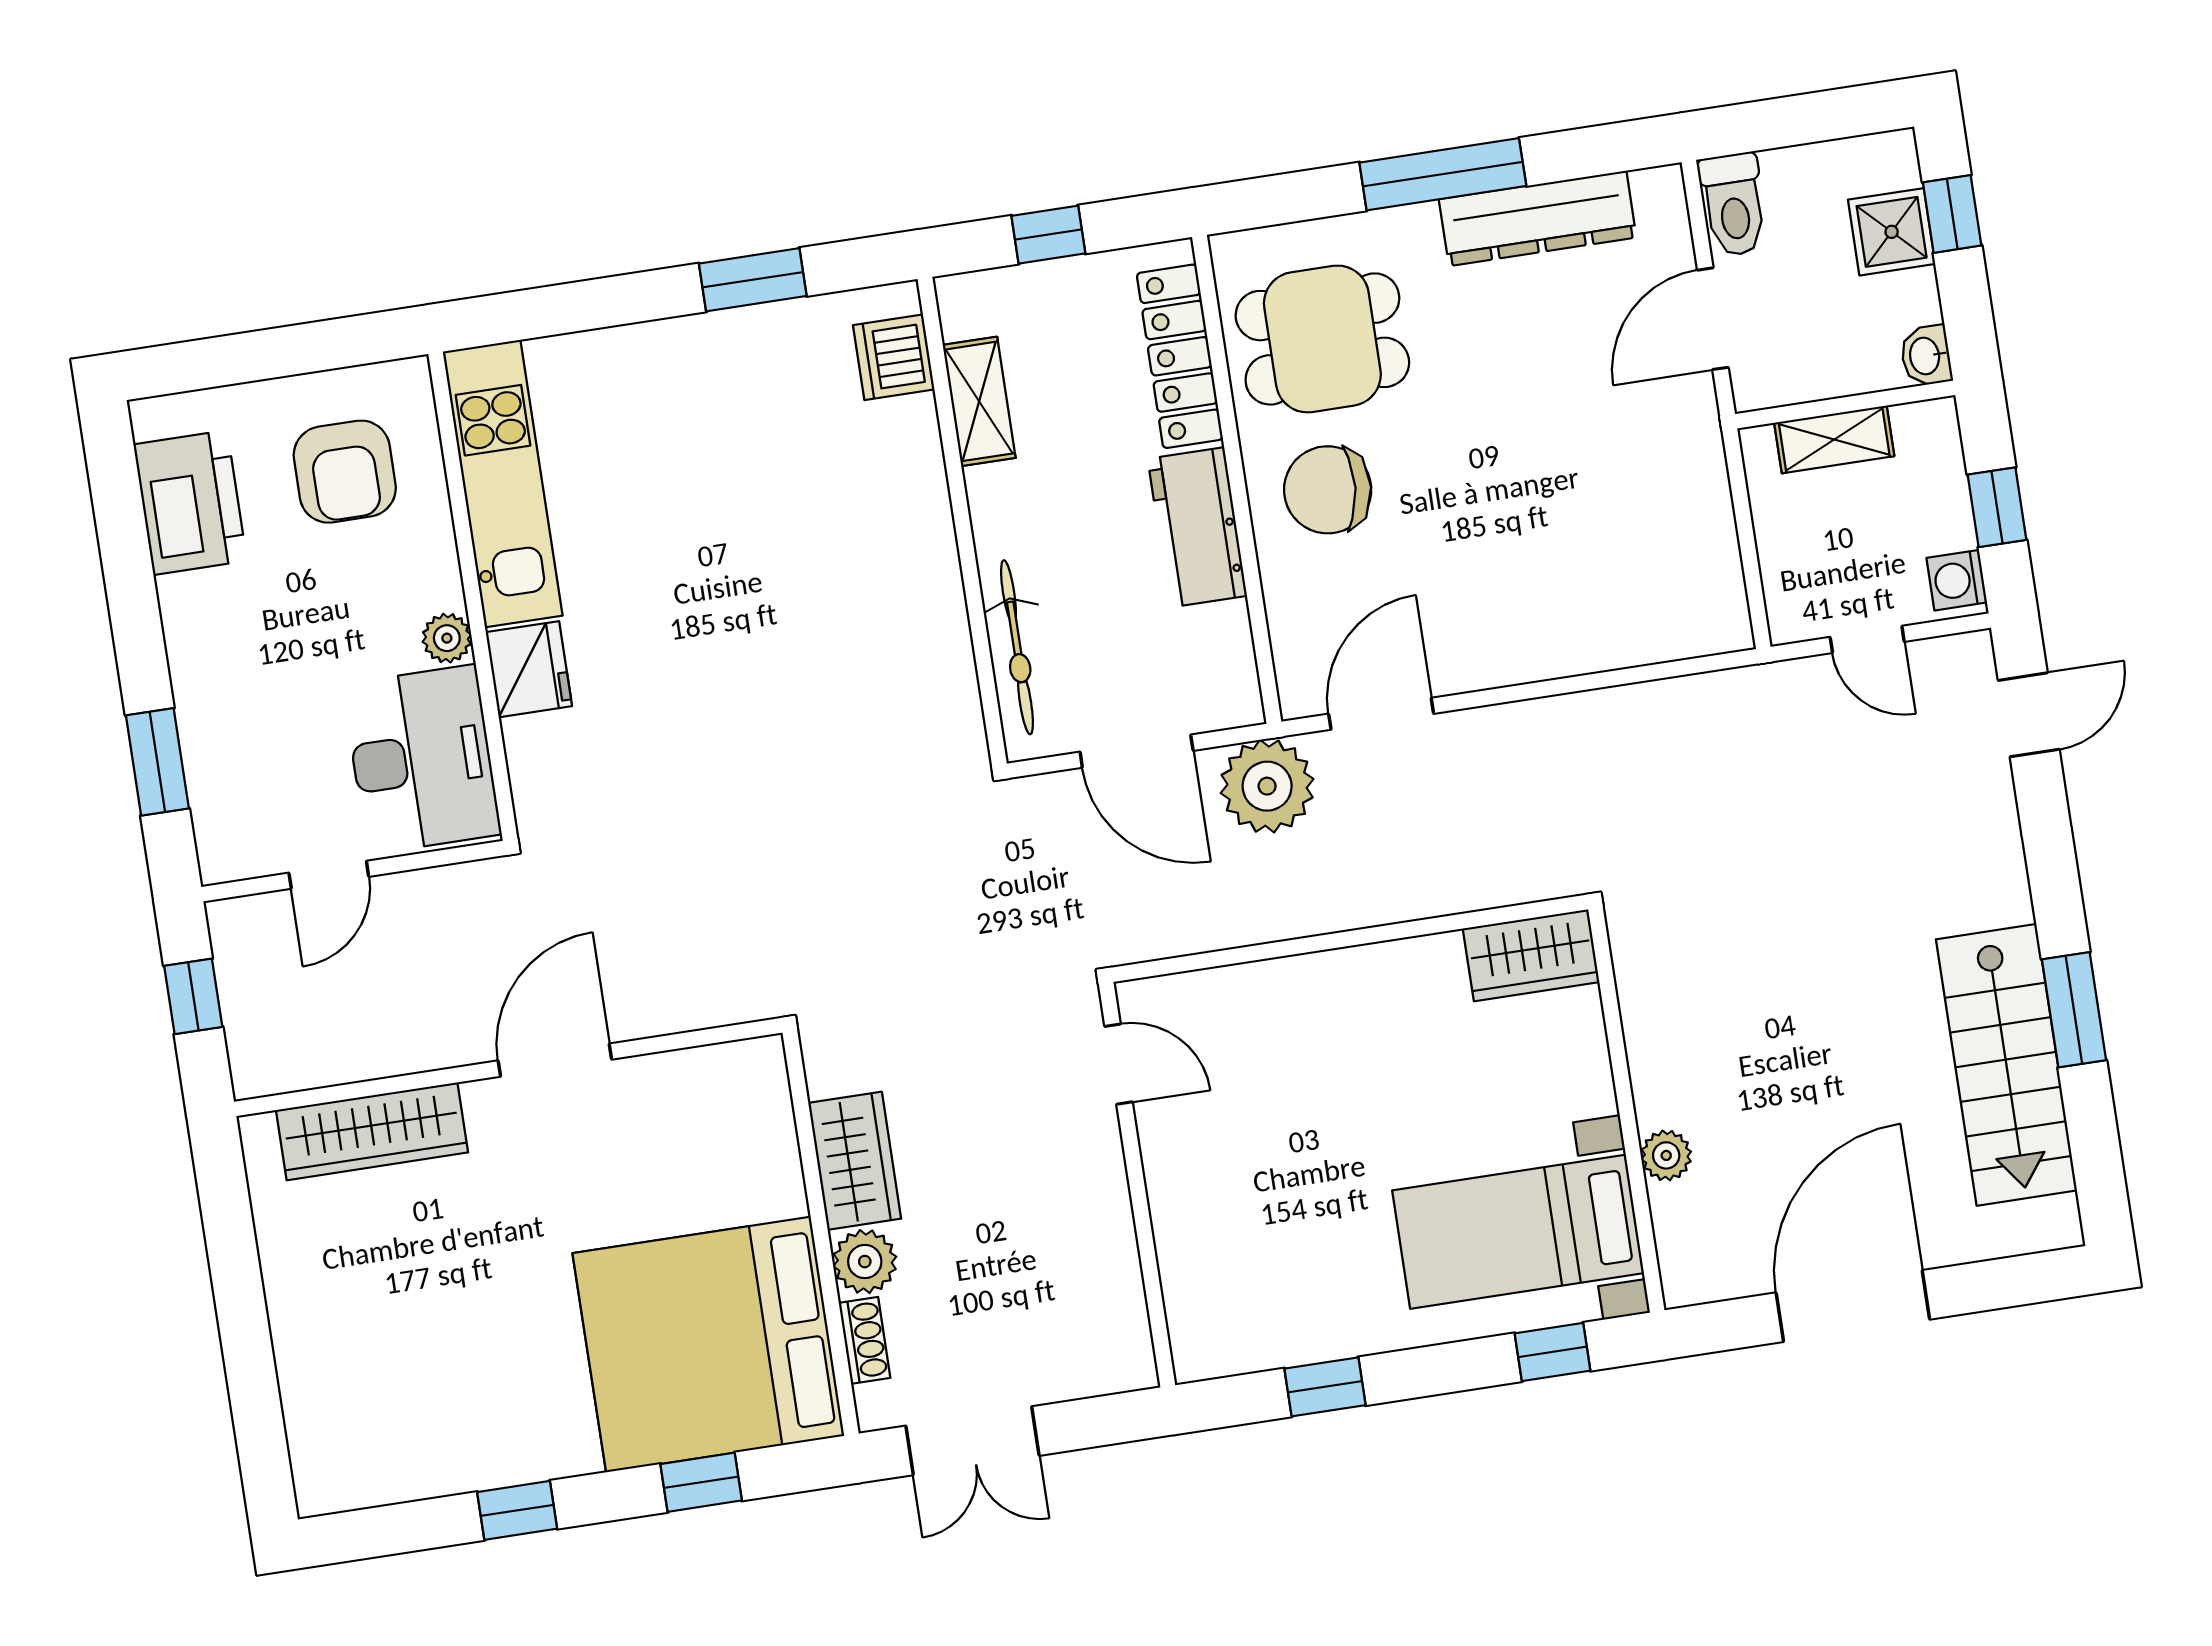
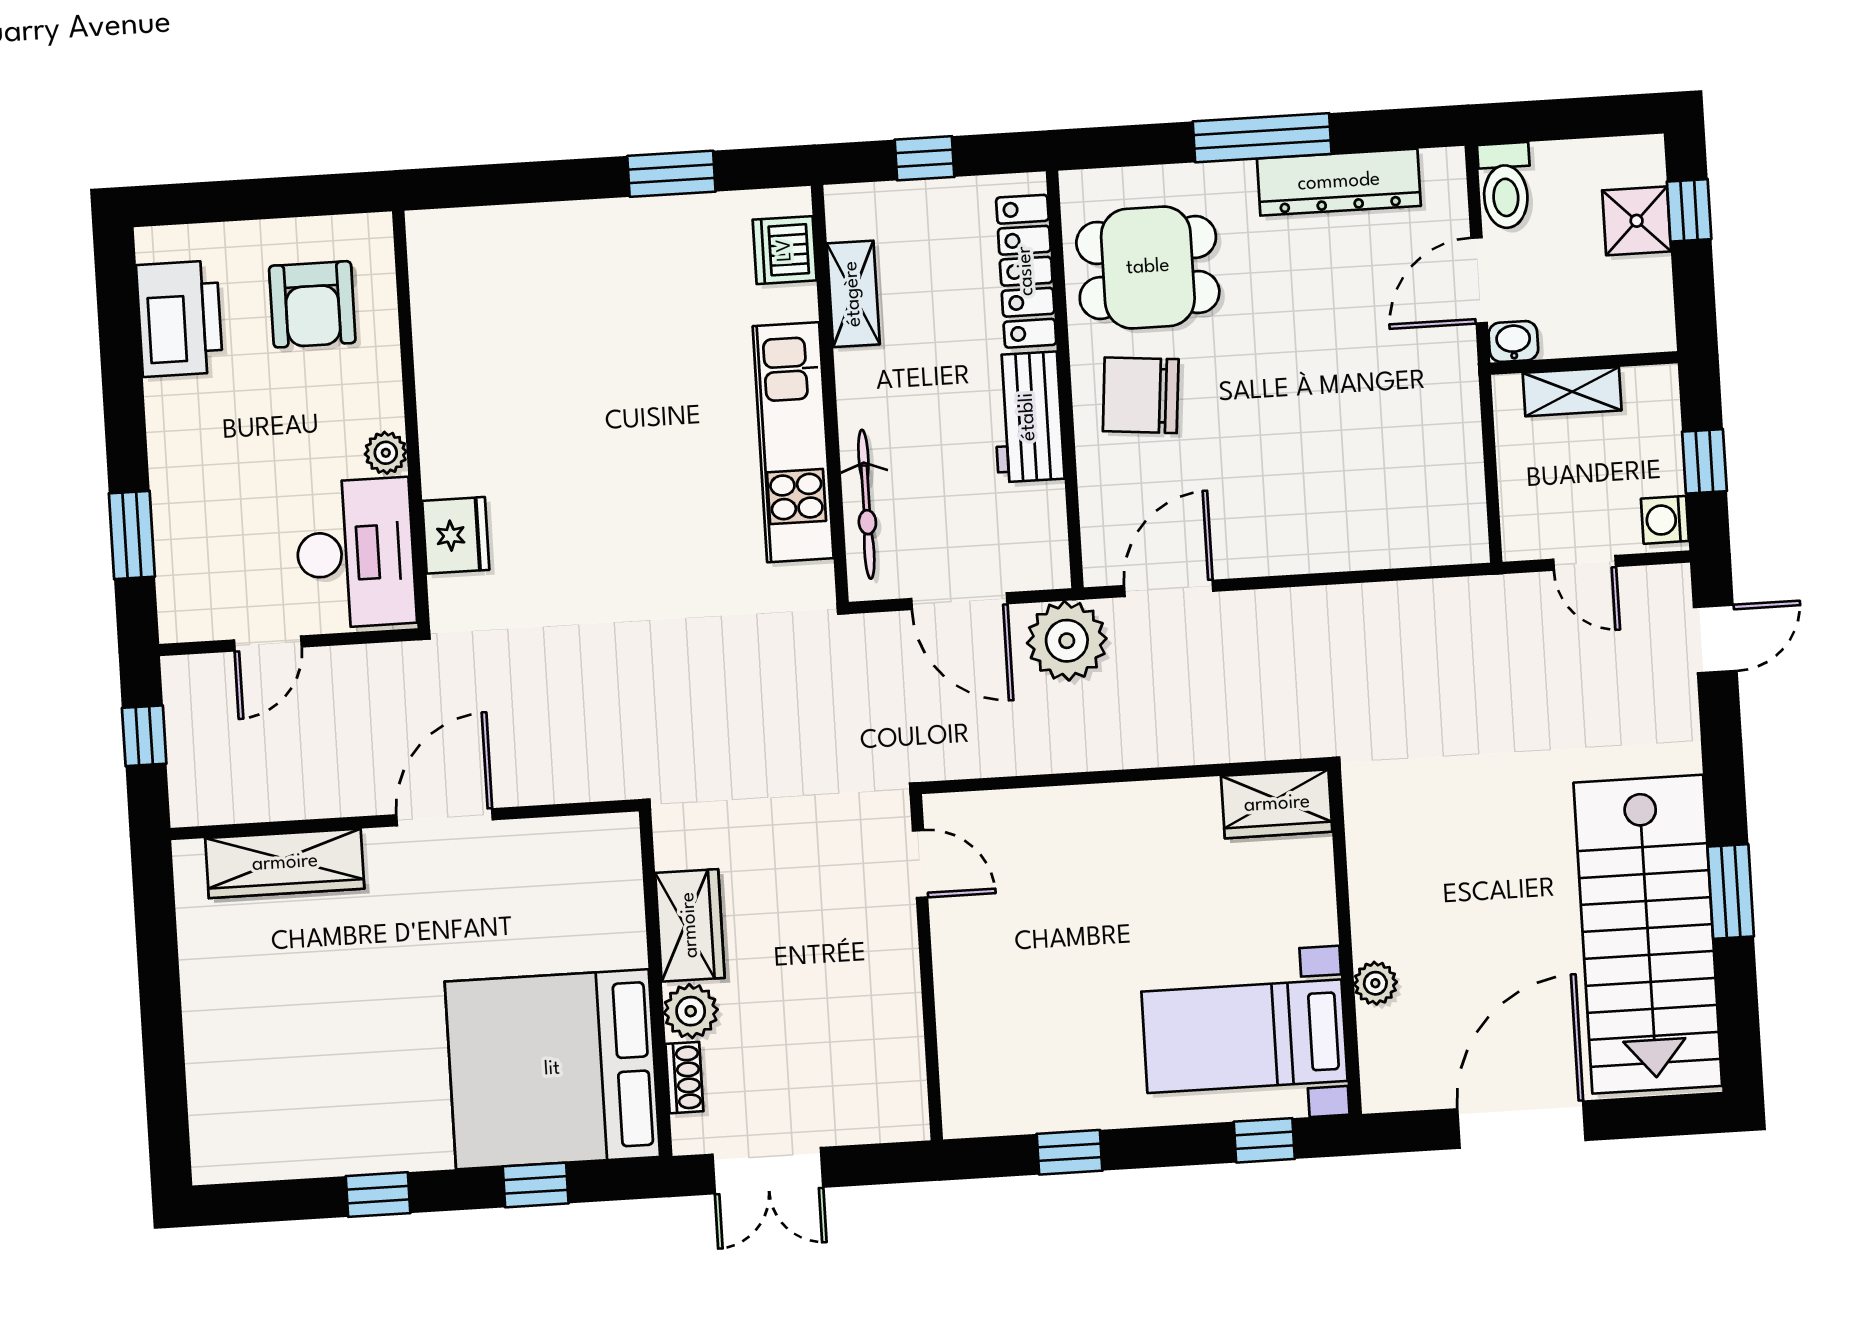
washbasin: (1926, 356) -> (1513, 341), moved, turned 90
kitchen unit: (503, 484) -> (793, 442), moved, turned 180
fridge: (529, 669) -> (456, 535), moved
stairs: (2006, 1065) -> (1648, 934), width x1.36, depth x1.51

